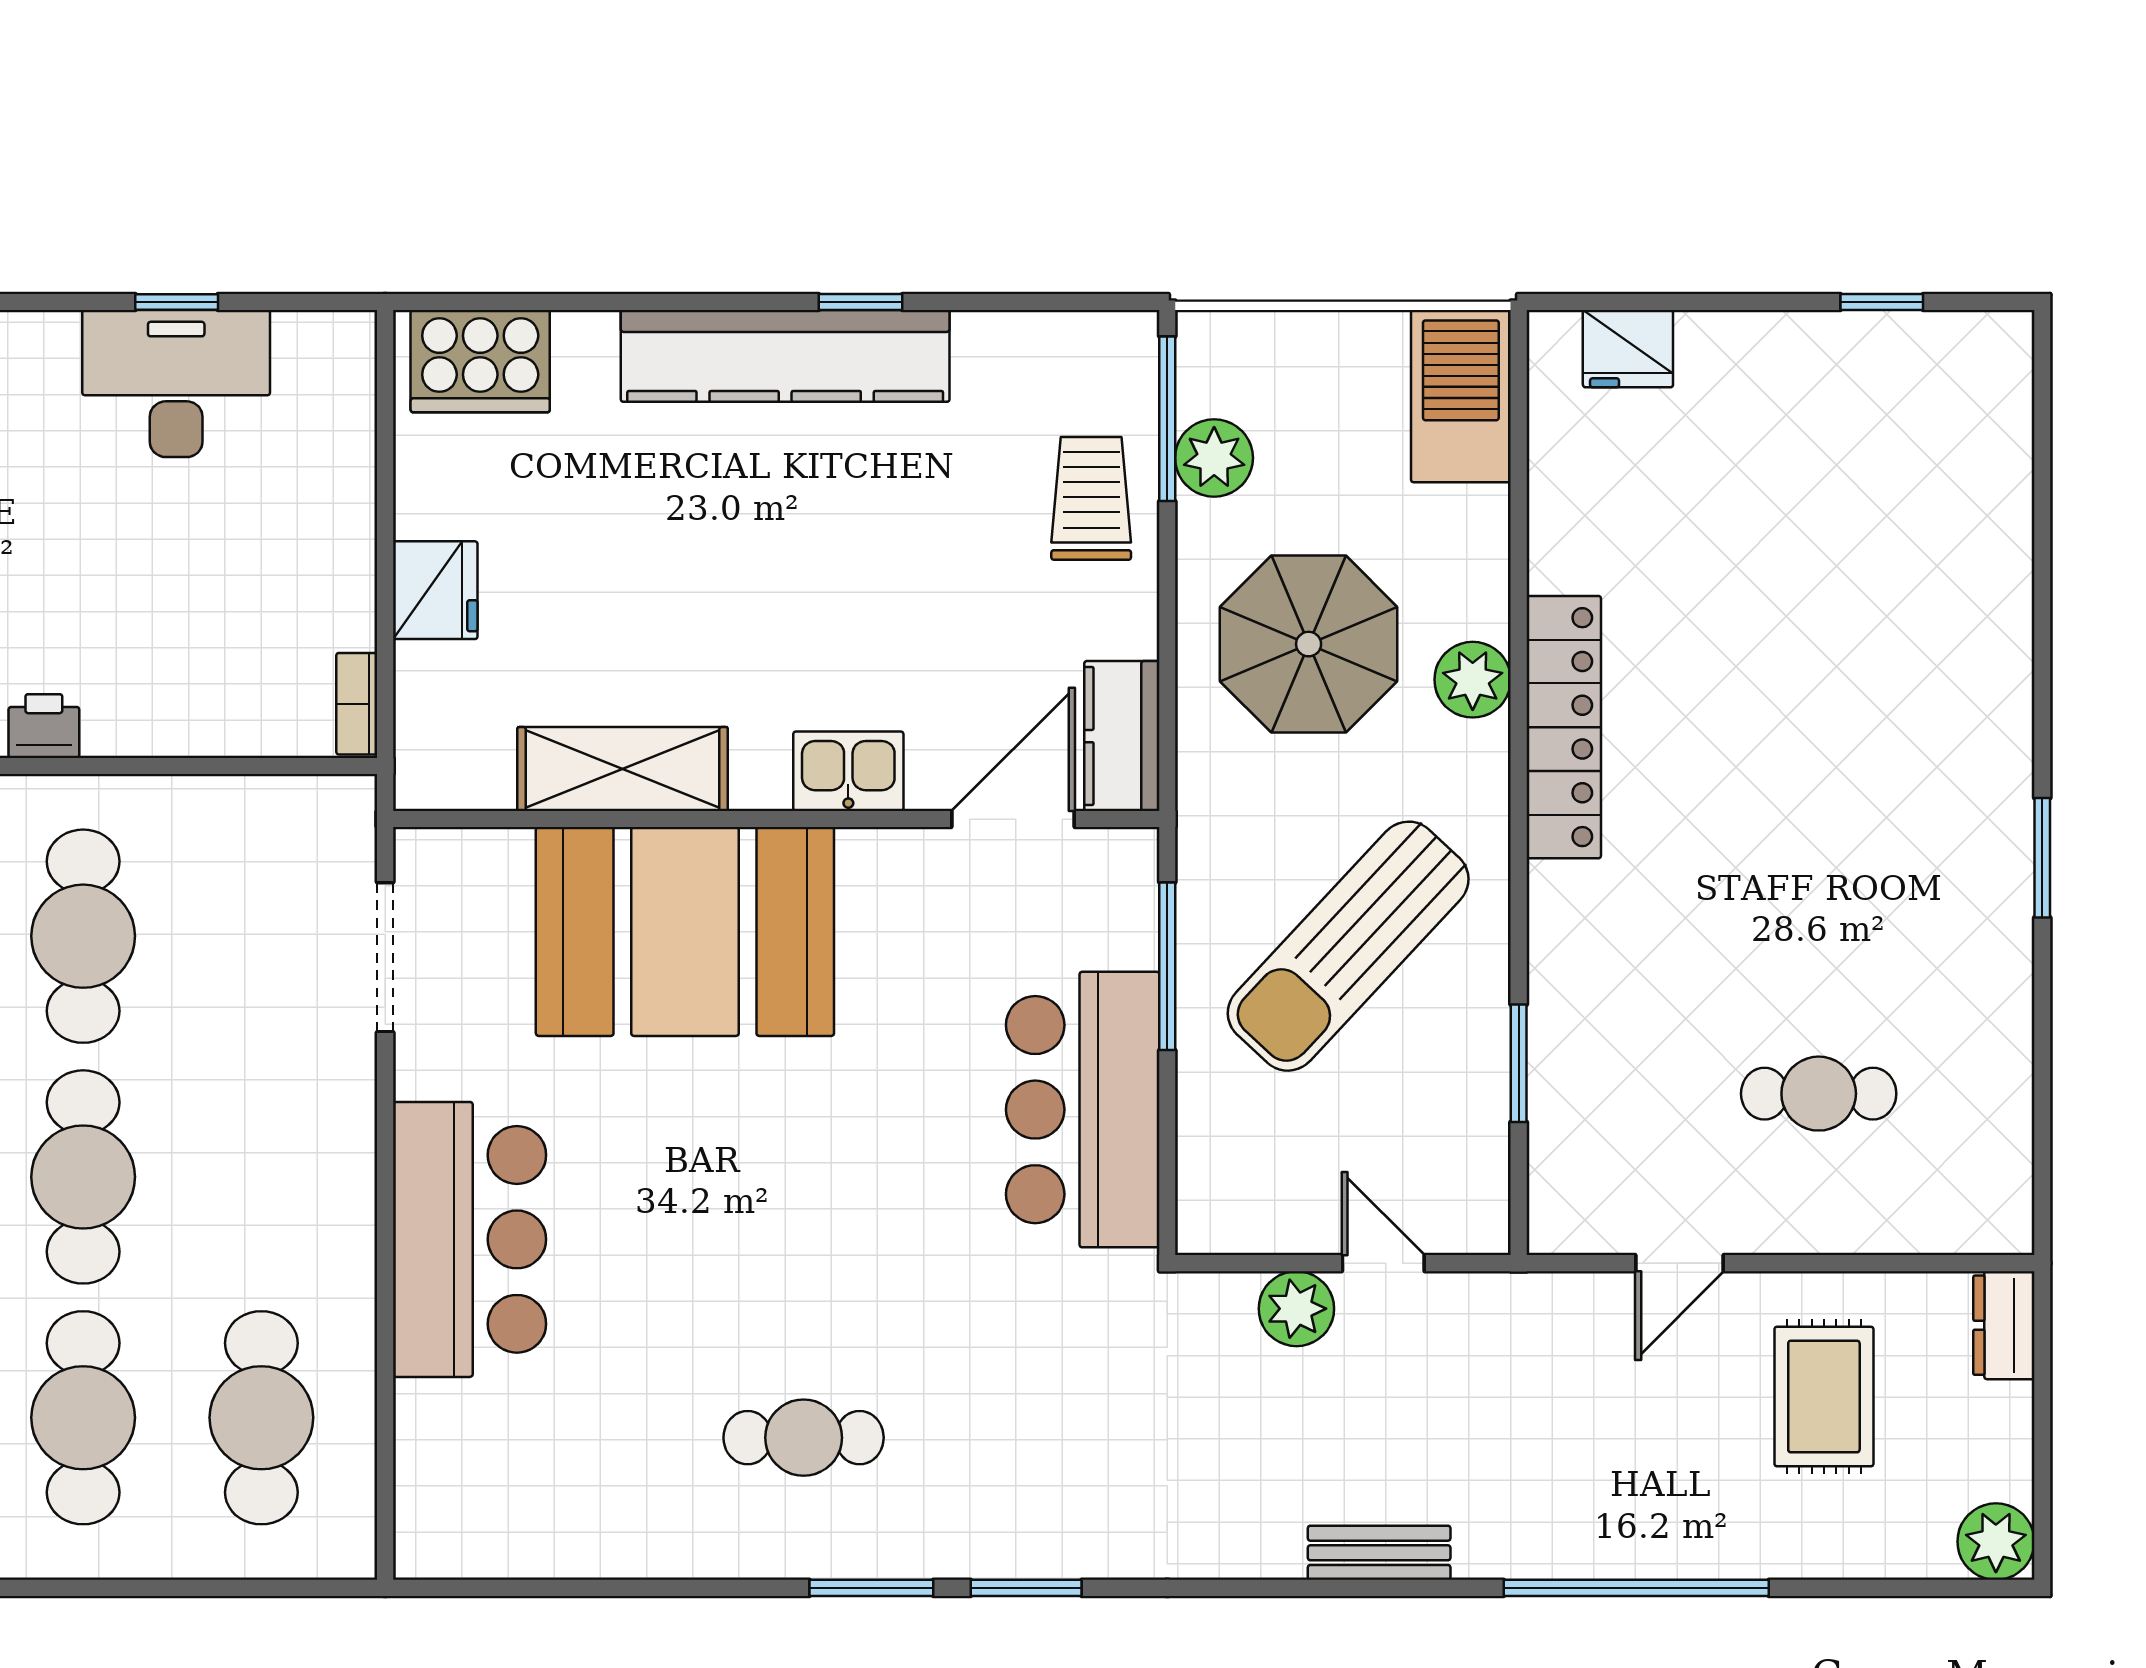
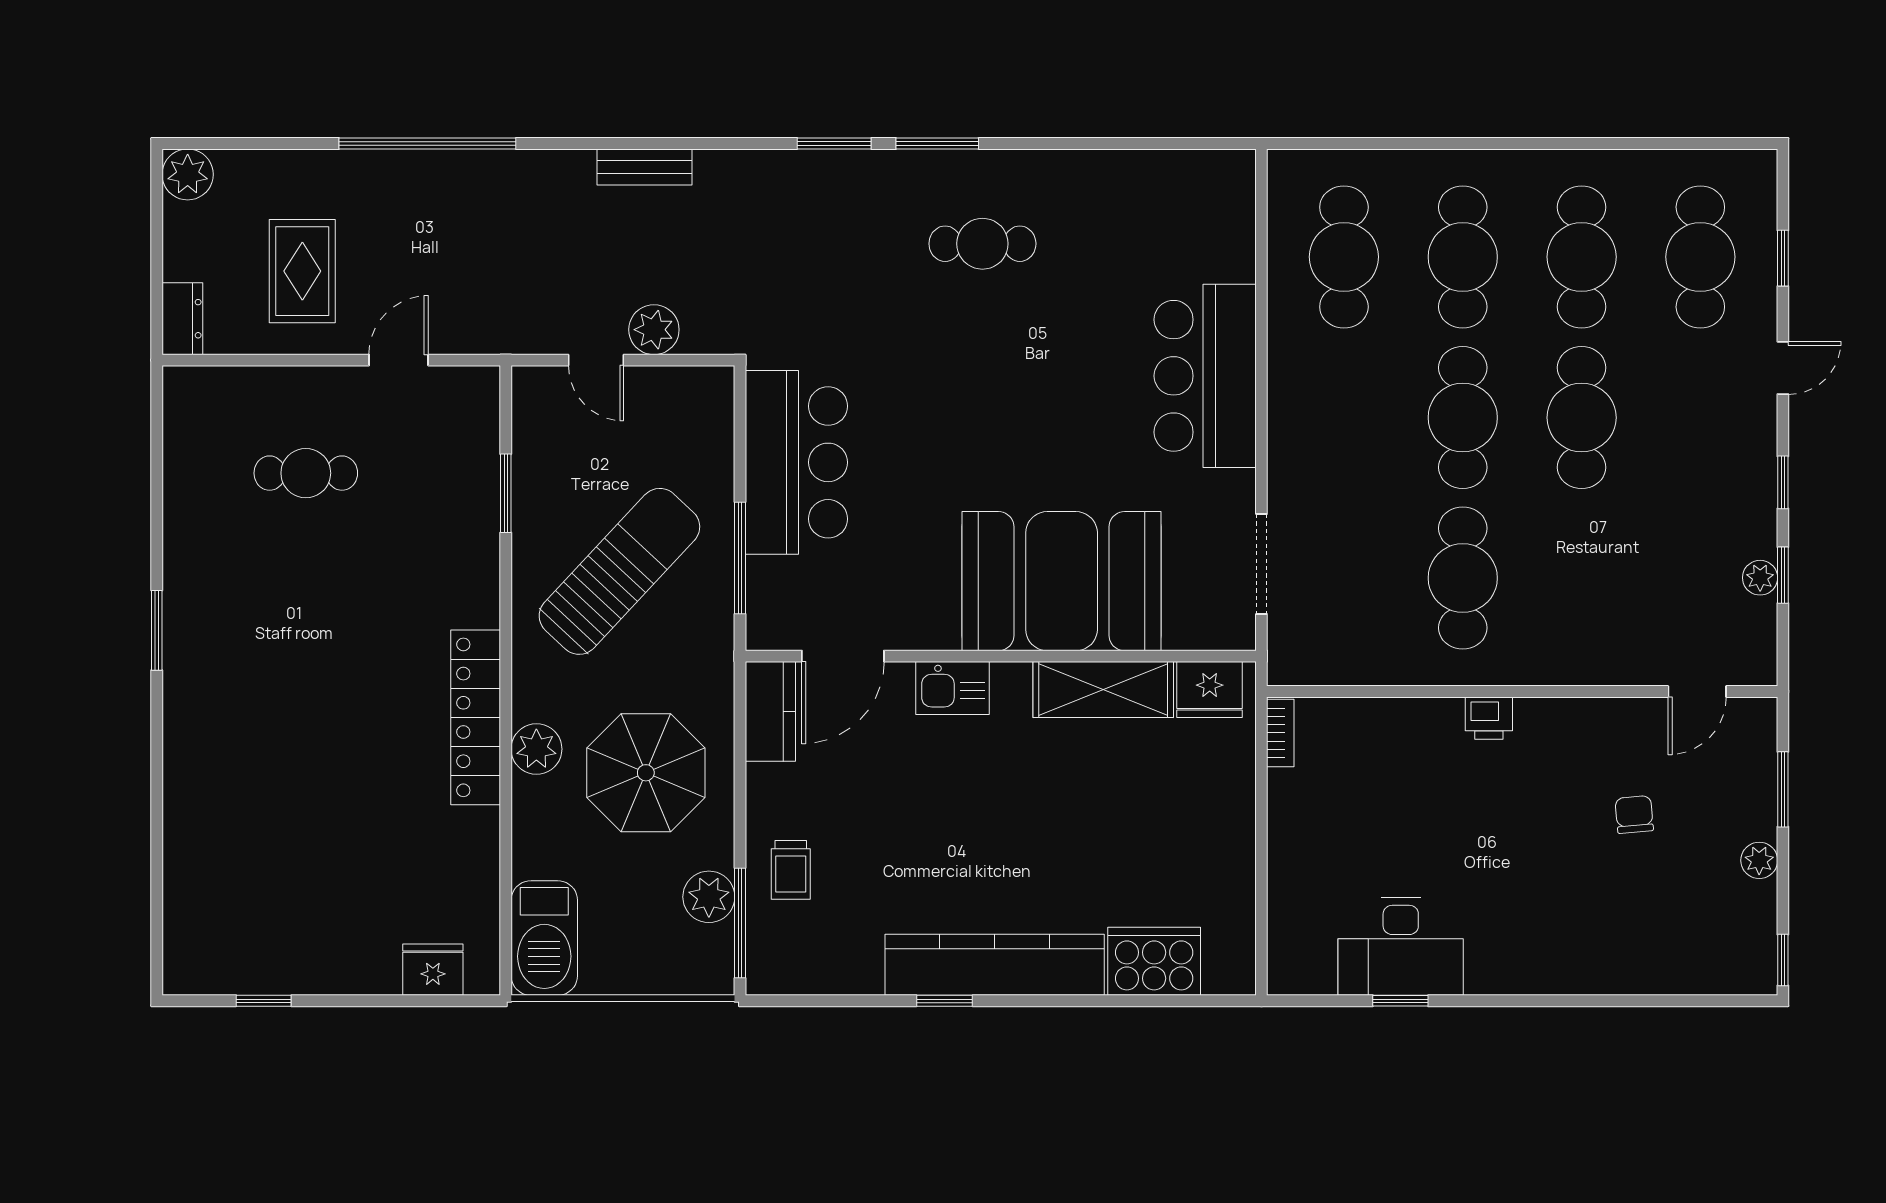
cooker: (480, 361) -> (1154, 961), moved
trolley: (1091, 498) -> (791, 870), width x0.73, depth x0.72
fridge: (435, 590) -> (1210, 690), moved, turned -90
bench: (1379, 1553) -> (644, 167), moved

